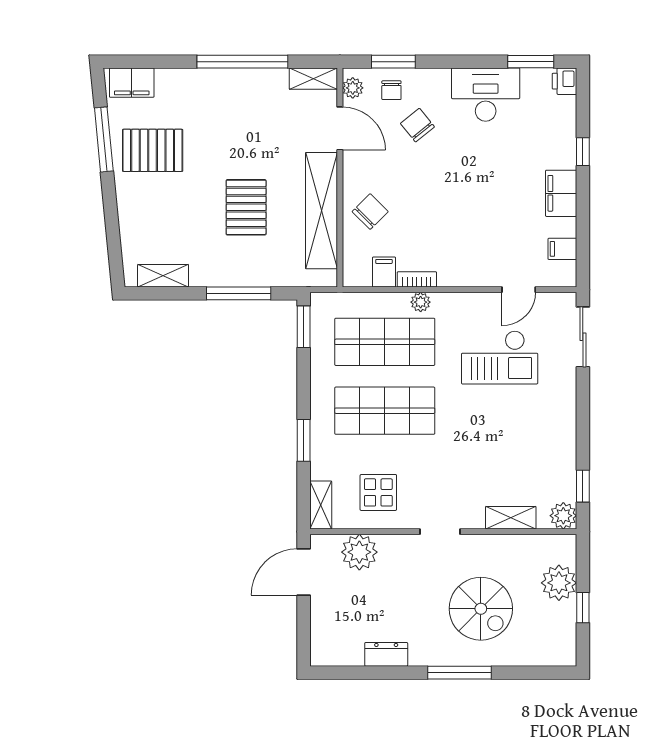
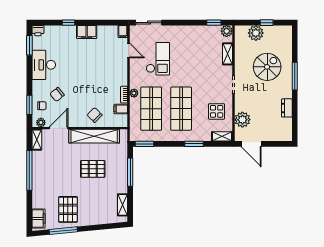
filing cabinet: (562, 249) -> (123, 31), moved

